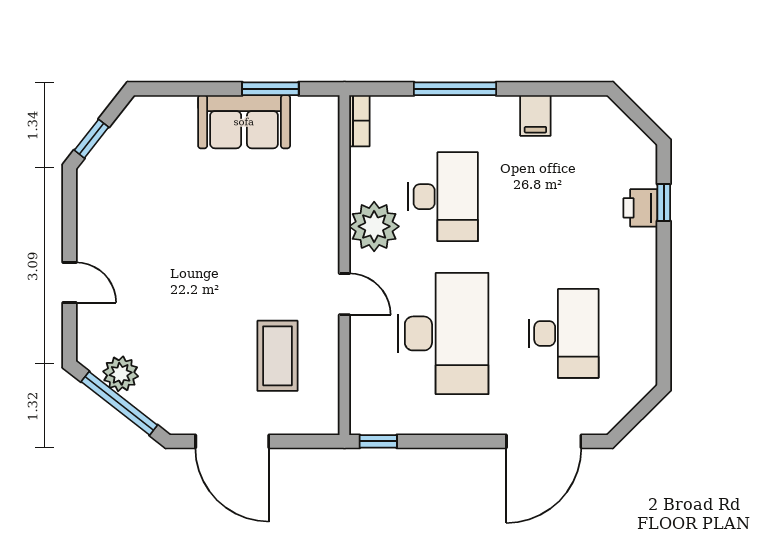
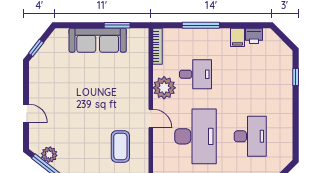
bookcase: (359, 121) -> (158, 46), width x1.56
sofa: (244, 122) -> (98, 40), width x1.36
desk: (443, 197) -> (195, 74), width x0.73
printer: (640, 208) -> (254, 36), moved, turned -90

